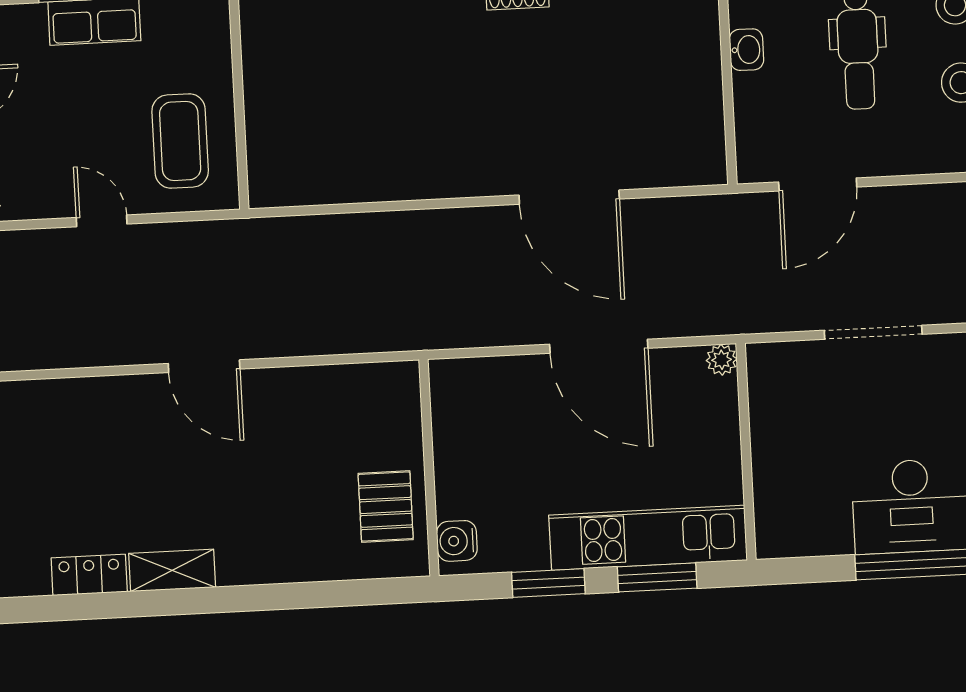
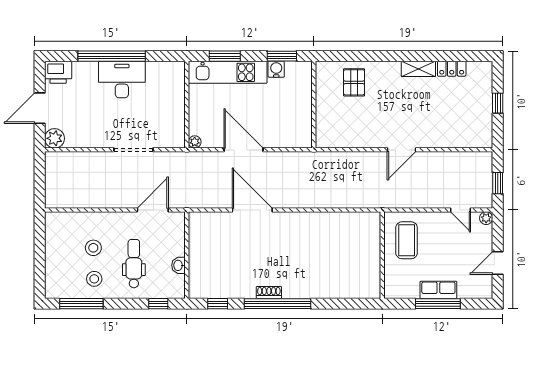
door: (102, 221) -> (461, 210), moved
door: (204, 366) -> (402, 150), swing flipped
pallet: (386, 507) -> (354, 82), moved
water cooler: (457, 541) -> (276, 69), moved, turned -90
window: (548, 583) -> (282, 56), moved

